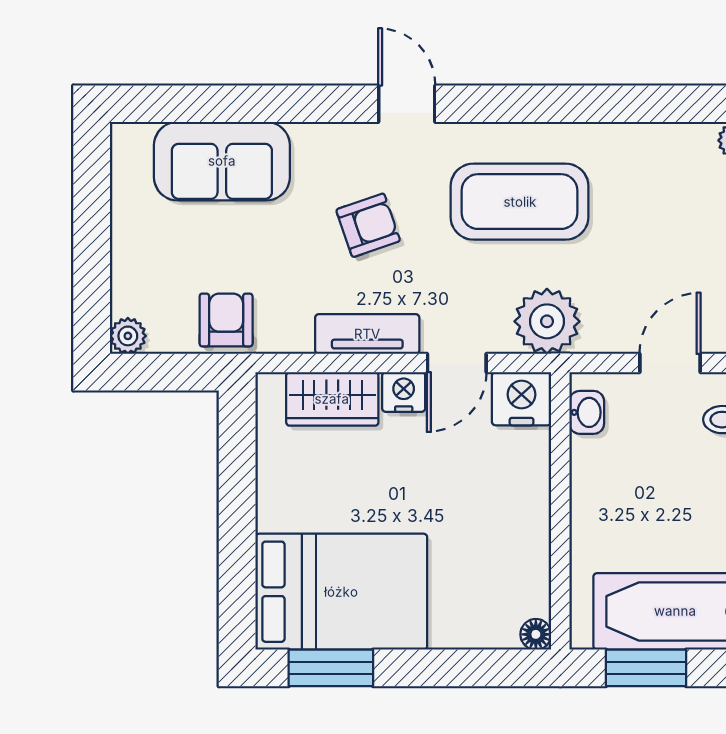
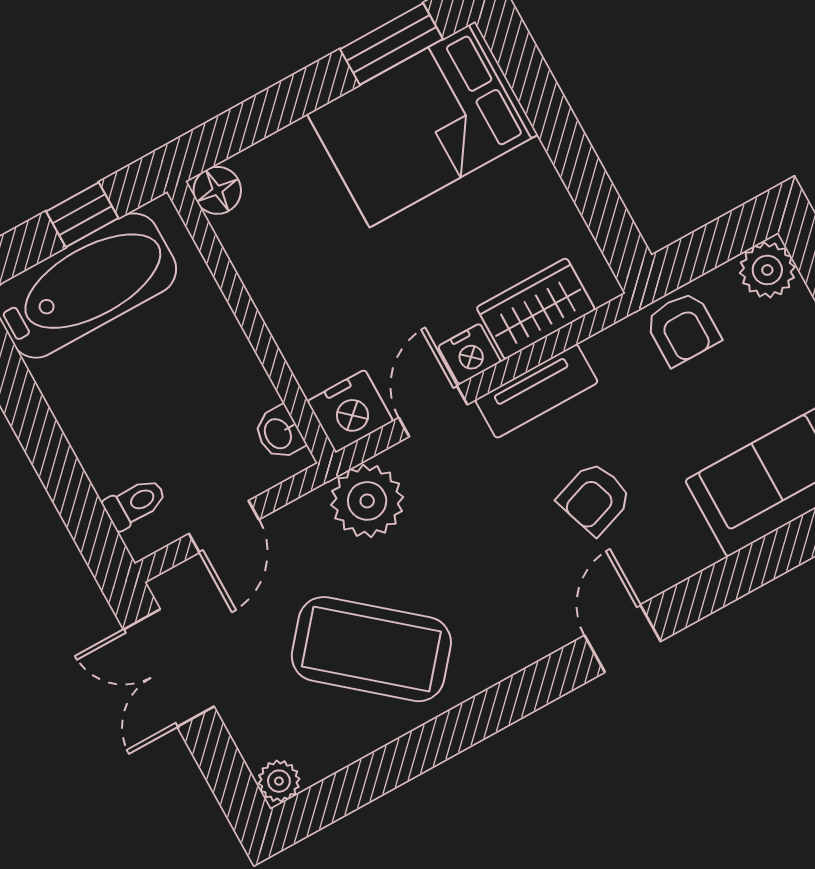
door: (407, 104) -> (623, 638), swing flipped
coffee table: (520, 202) -> (371, 649), moved, turned 40
plant: (128, 336) -> (767, 270), width x1.38, depth x1.38
floor lamp: (536, 634) -> (217, 190), width x1.37, depth x1.37
window: (646, 668) -> (82, 215), width x0.67

